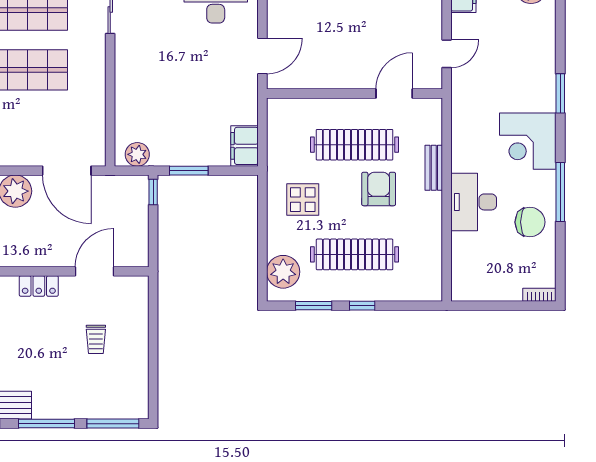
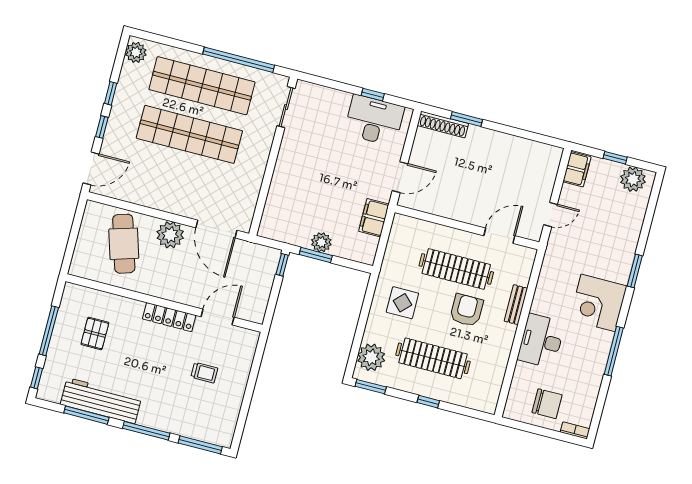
filing cabinet: (244, 146) -> (374, 218), moved
plant: (137, 154) -> (321, 242), moved
chair: (530, 222) -> (547, 404), moved
locker: (39, 286) -> (169, 317), width x1.53
window: (314, 306) -> (371, 387), moved
trolley: (96, 339) -> (204, 373), turned -90

